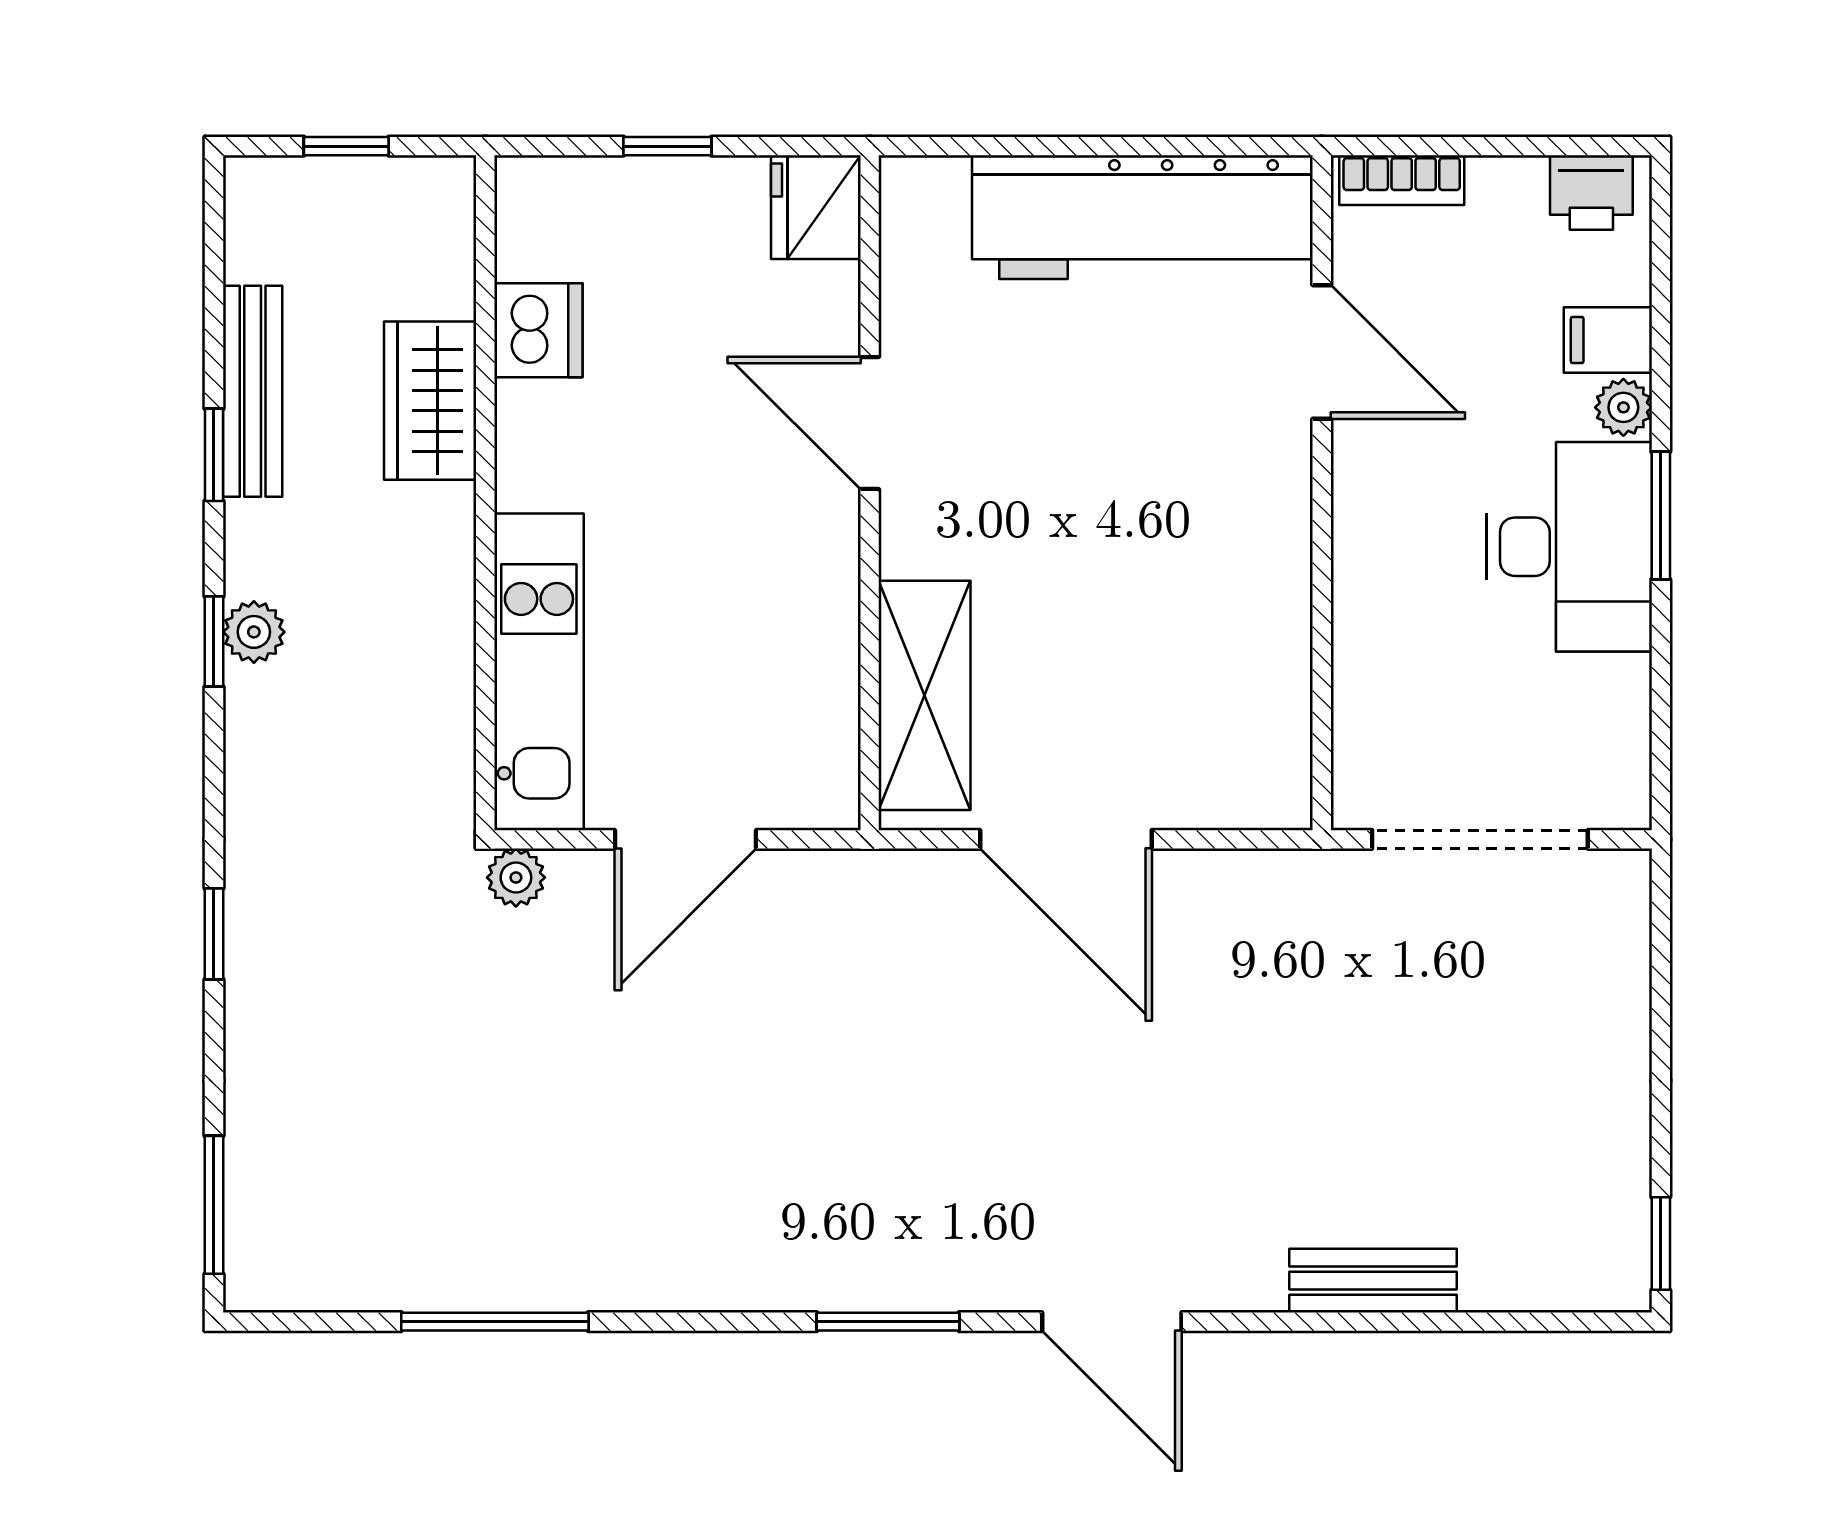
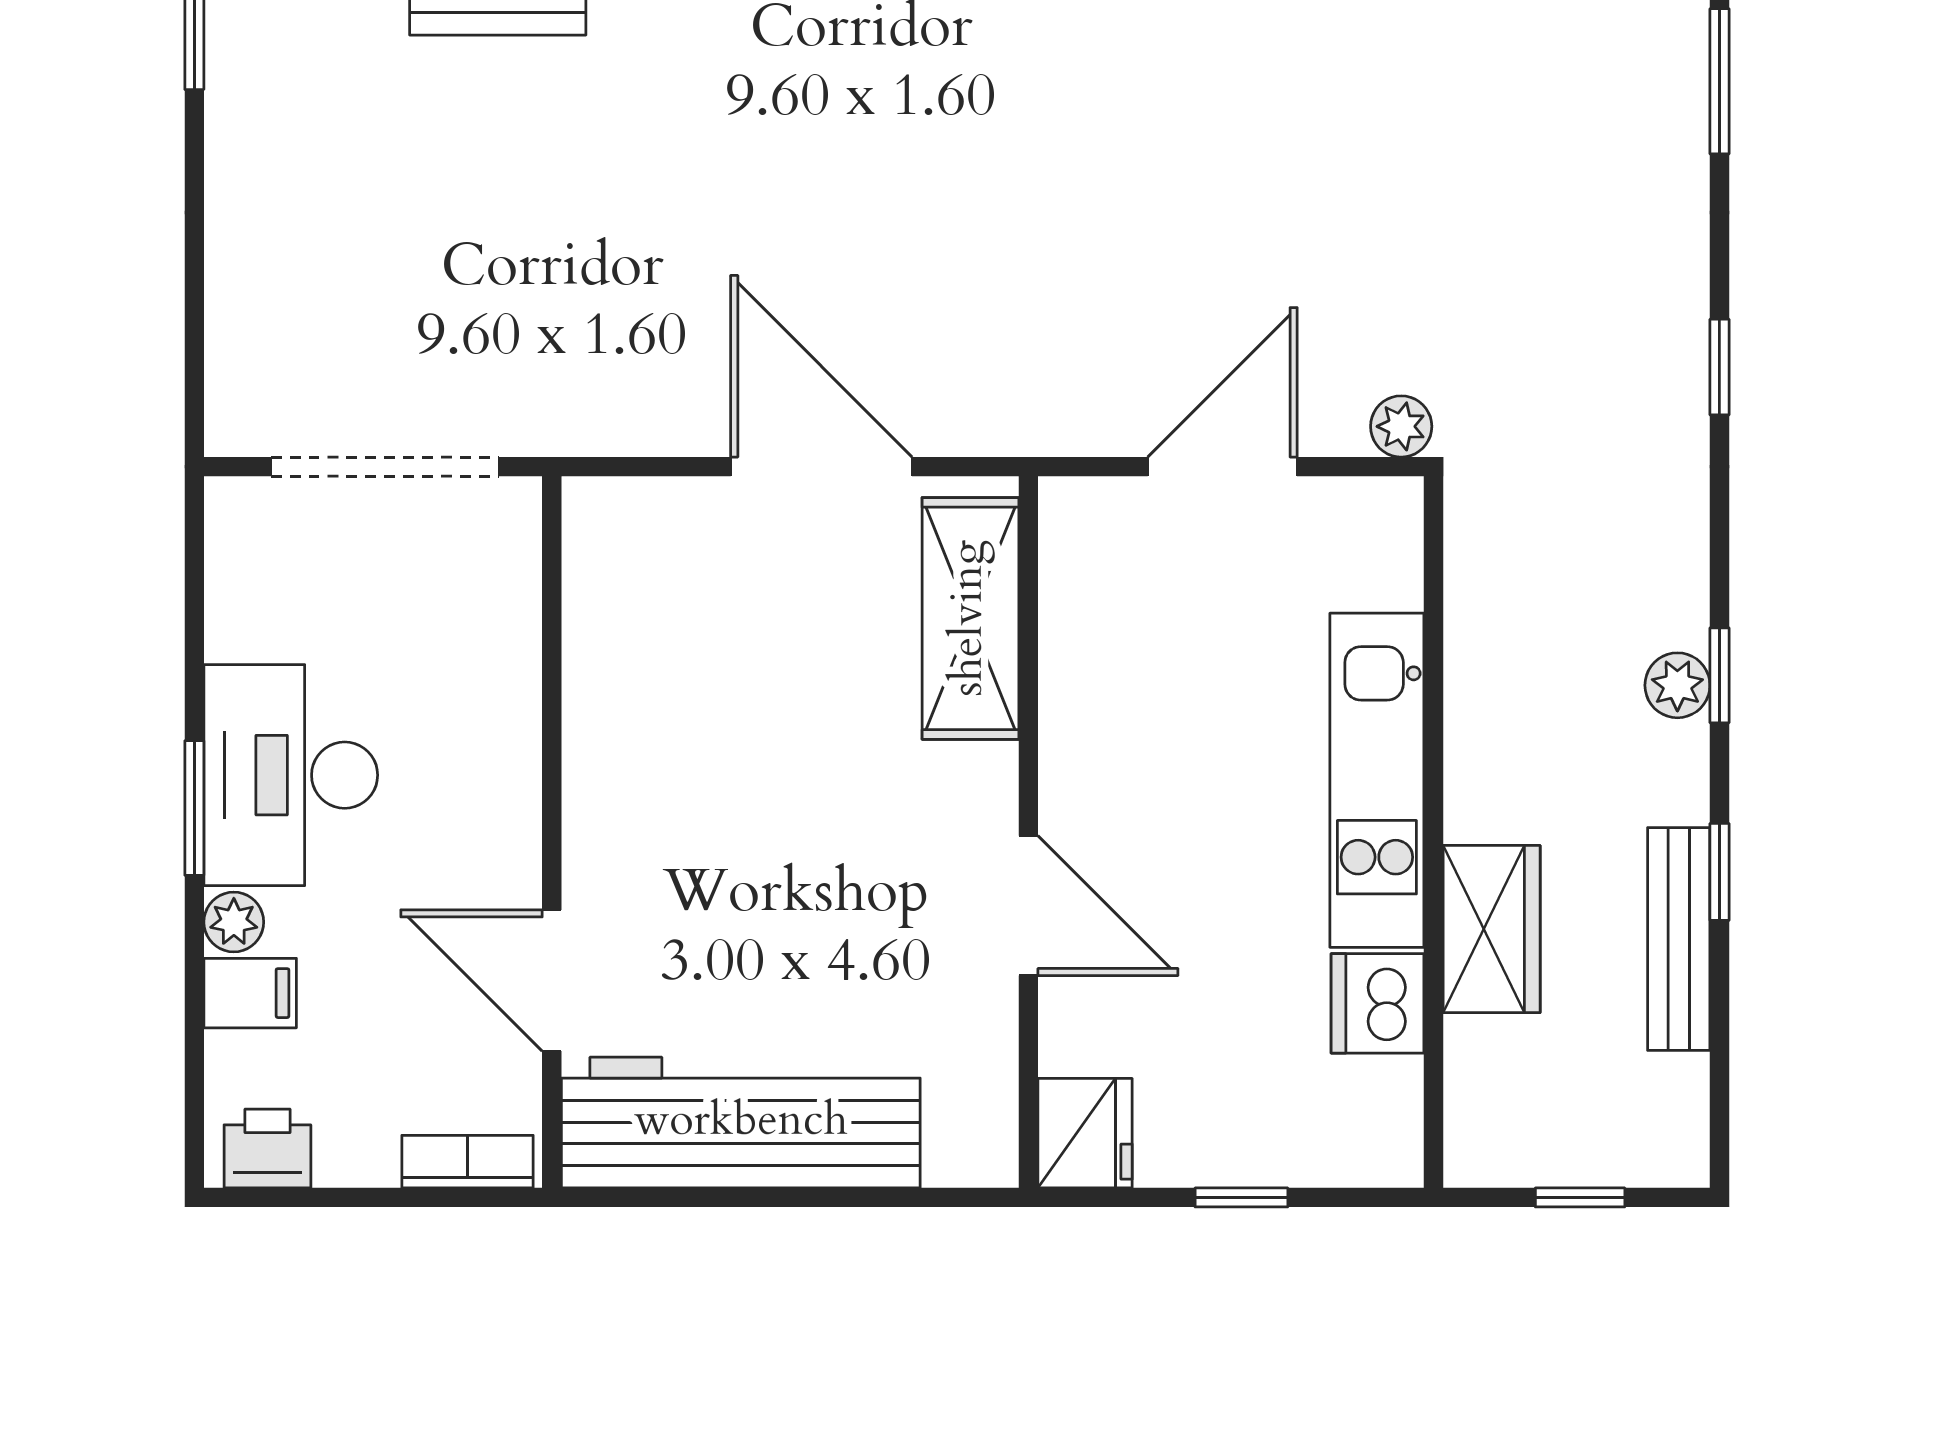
kitchen unit: (539, 672) -> (1377, 780), moved

